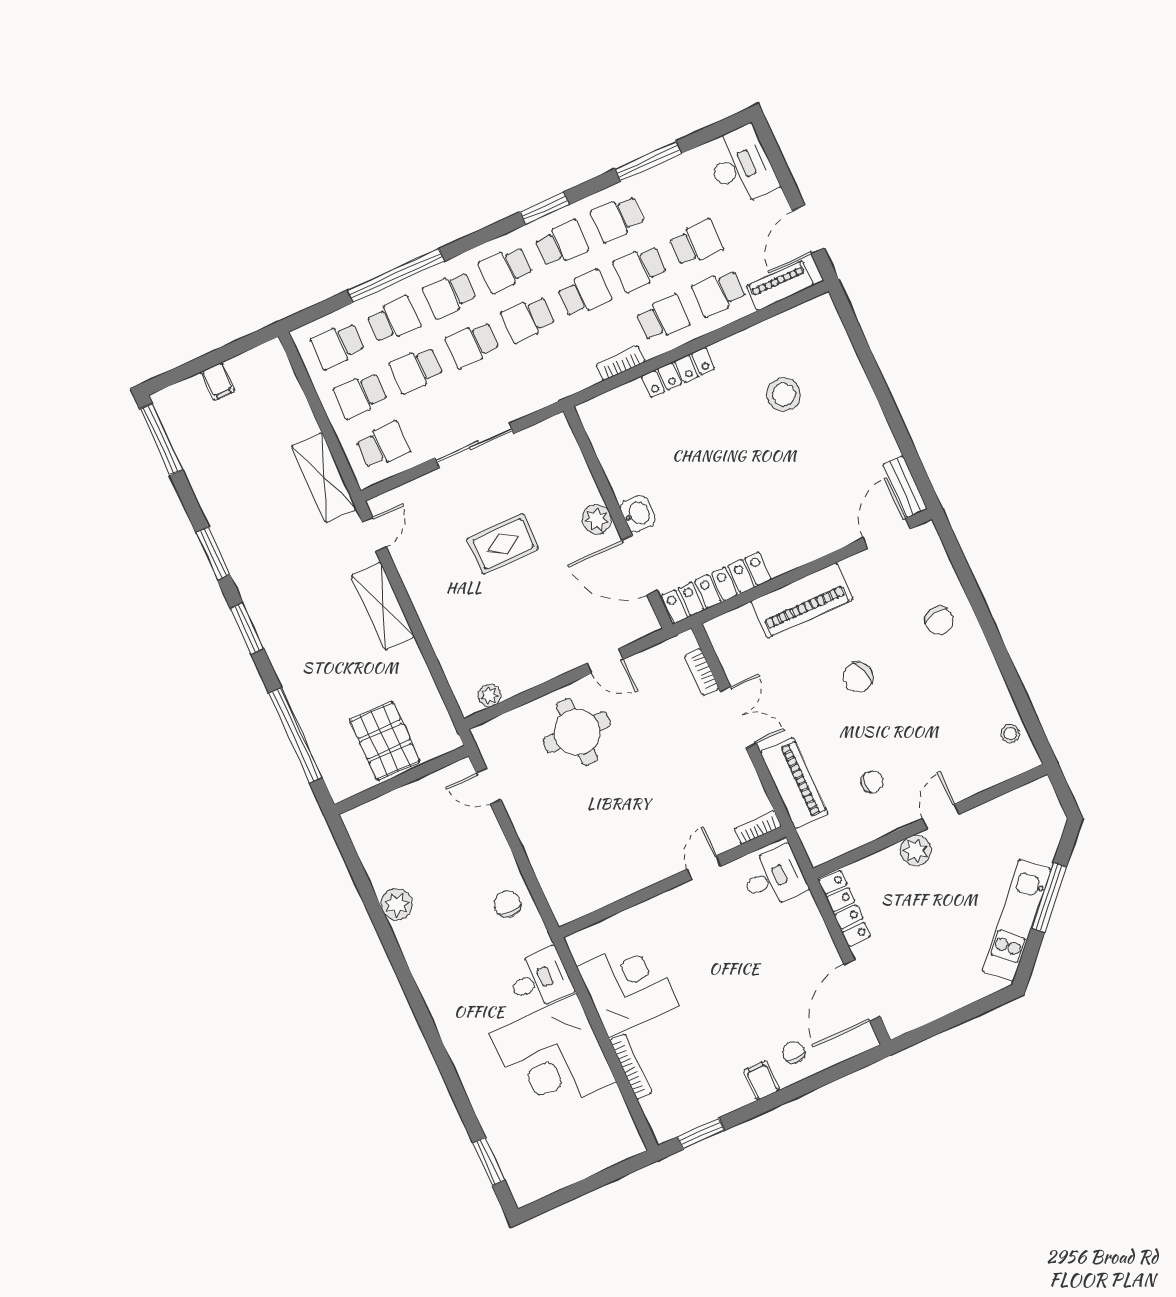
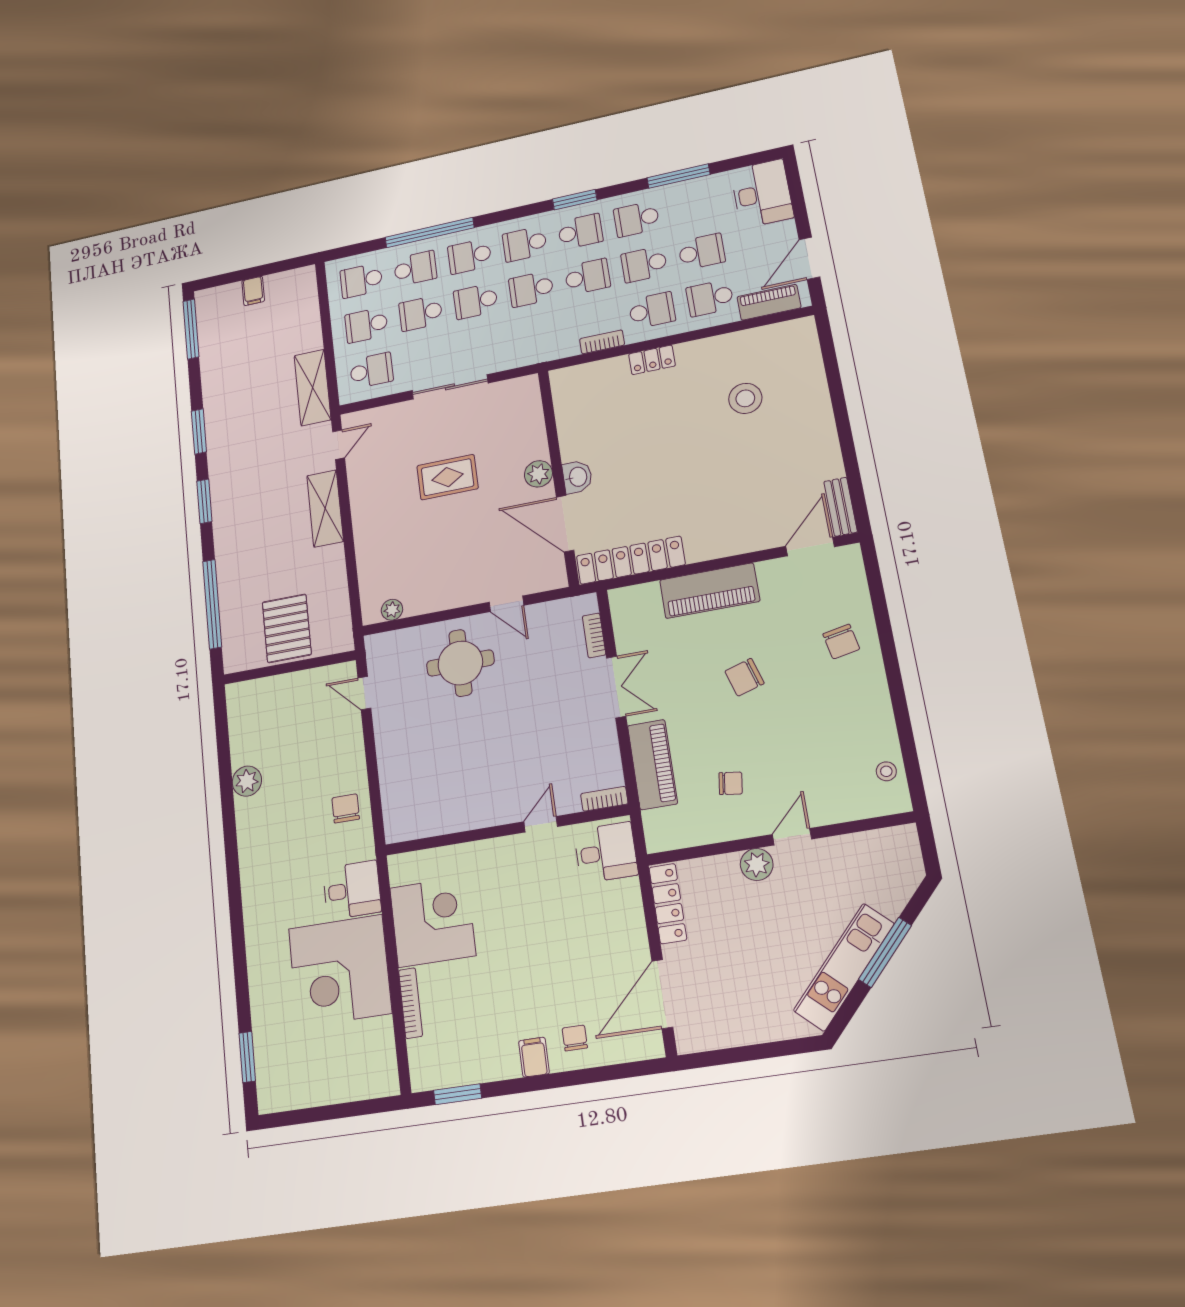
locker: (678, 372) -> (652, 360), width x0.66

